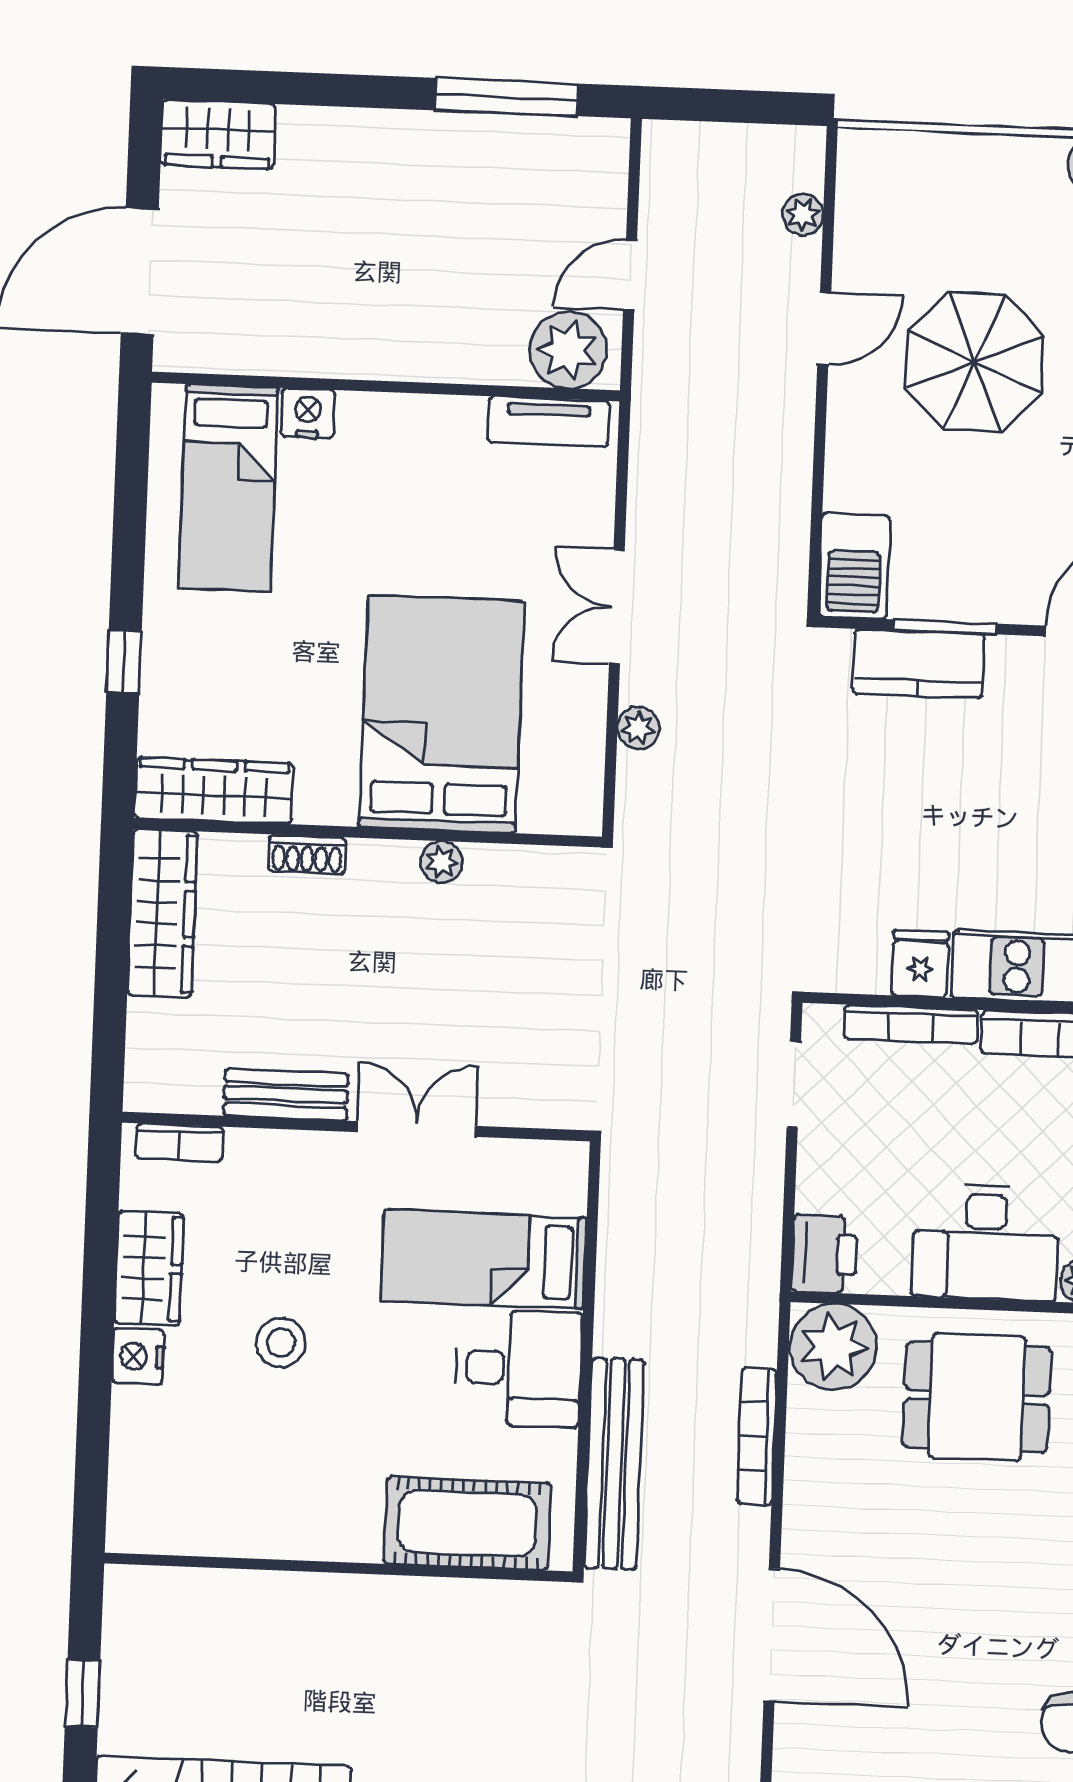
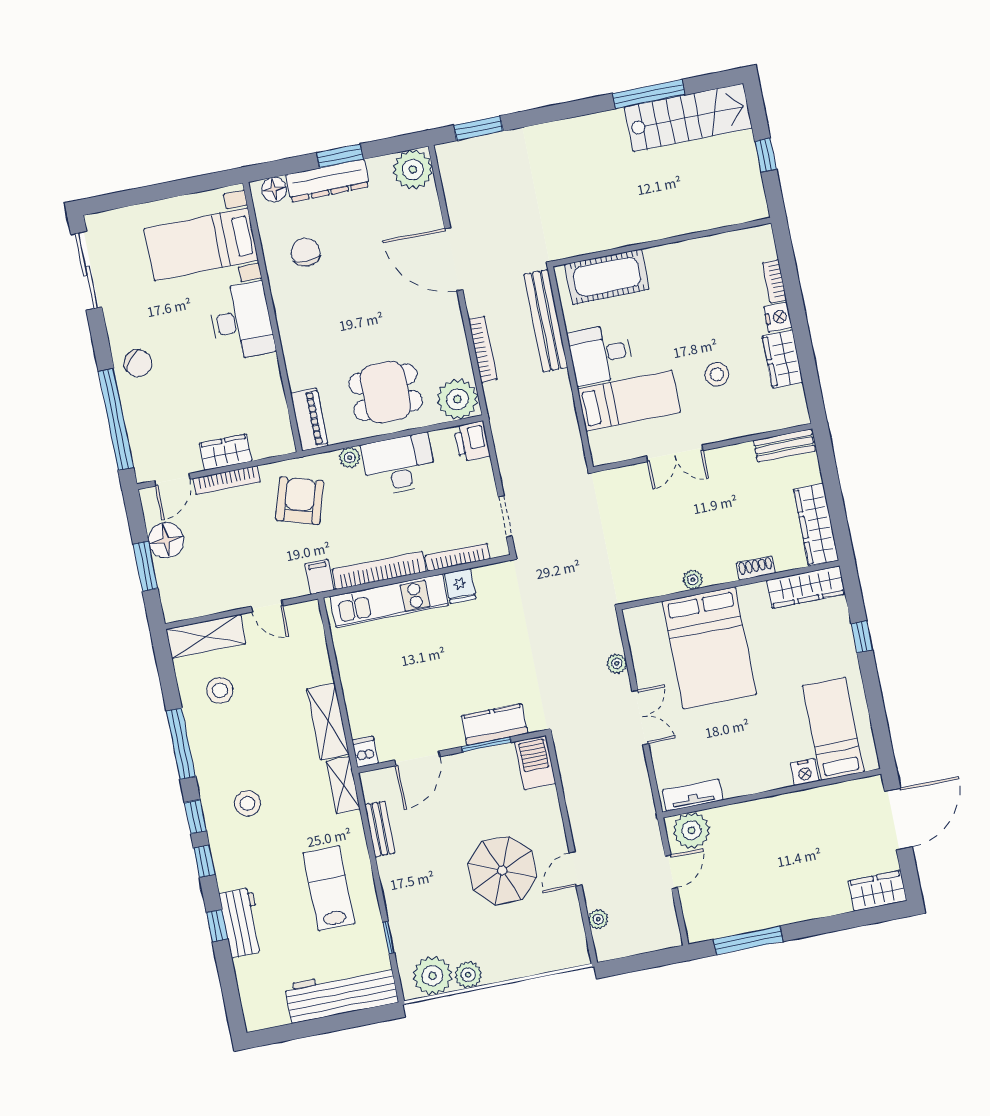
bench: (286, 1095) -> (784, 446), moved
bookcase: (179, 1142) -> (775, 281), moved, turned -90
stool: (281, 1342) -> (717, 374), moved

